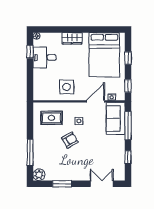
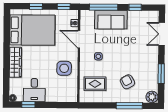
wardrobe: (72, 38) -> (15, 62), width x1.50
rug: (51, 118) -> (95, 84), turned 90
sofa: (116, 118) -> (111, 20), moved
armchair: (70, 140) -> (127, 82), moved

